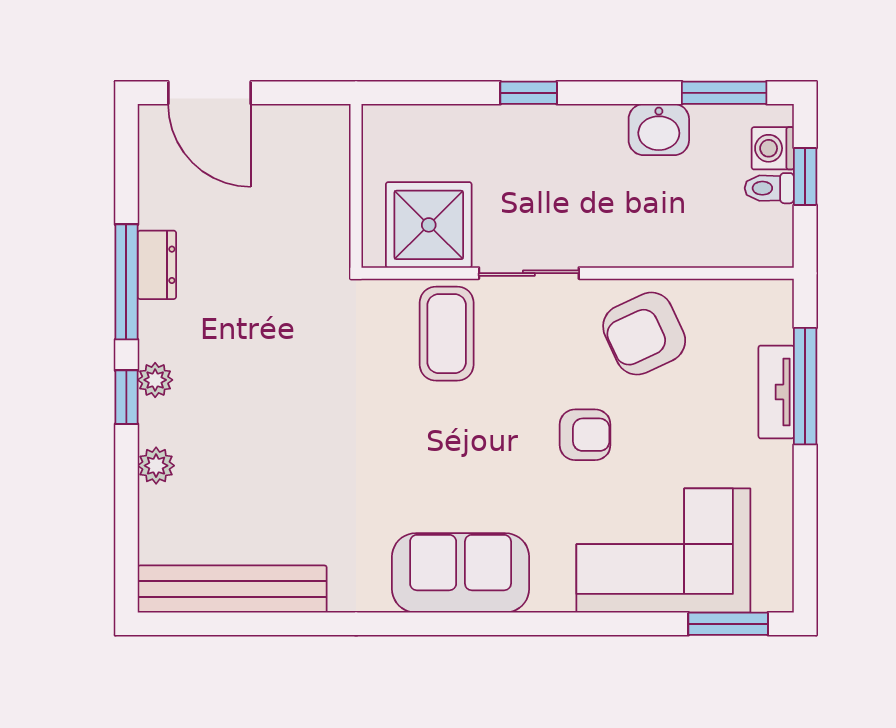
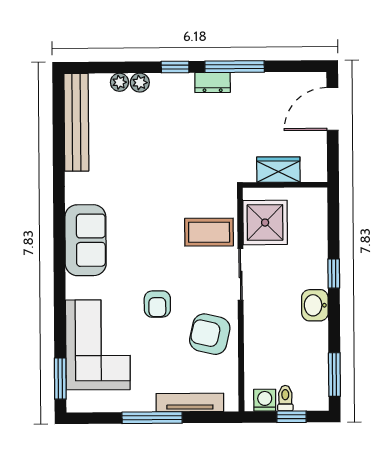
washbasin: (659, 130) -> (315, 305), moved
washing machine: (773, 148) -> (265, 400), moved
wardrobe: (326, 199) -> (278, 170), added
dresser: (157, 265) -> (213, 83), moved
armchair: (644, 334) -> (210, 334), turned -52
plant: (155, 380) -> (120, 82), moved
window: (805, 386) -> (152, 418), moved
tv unit: (776, 392) -> (190, 402), width x1.41

